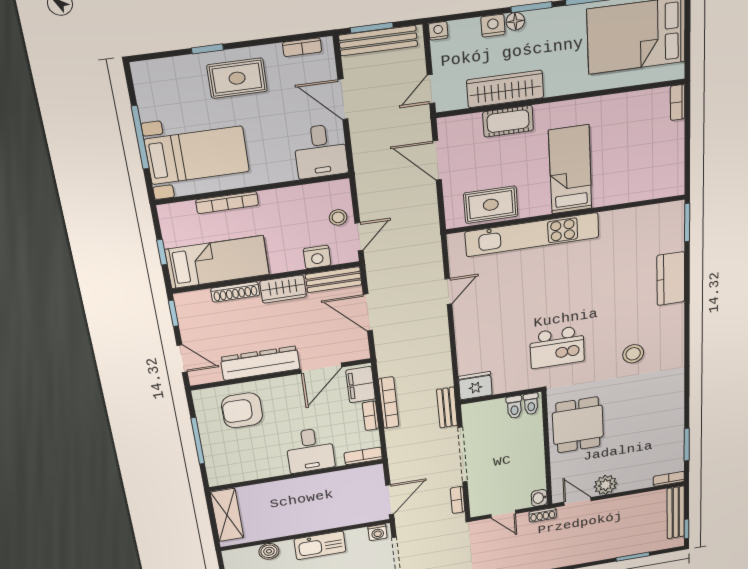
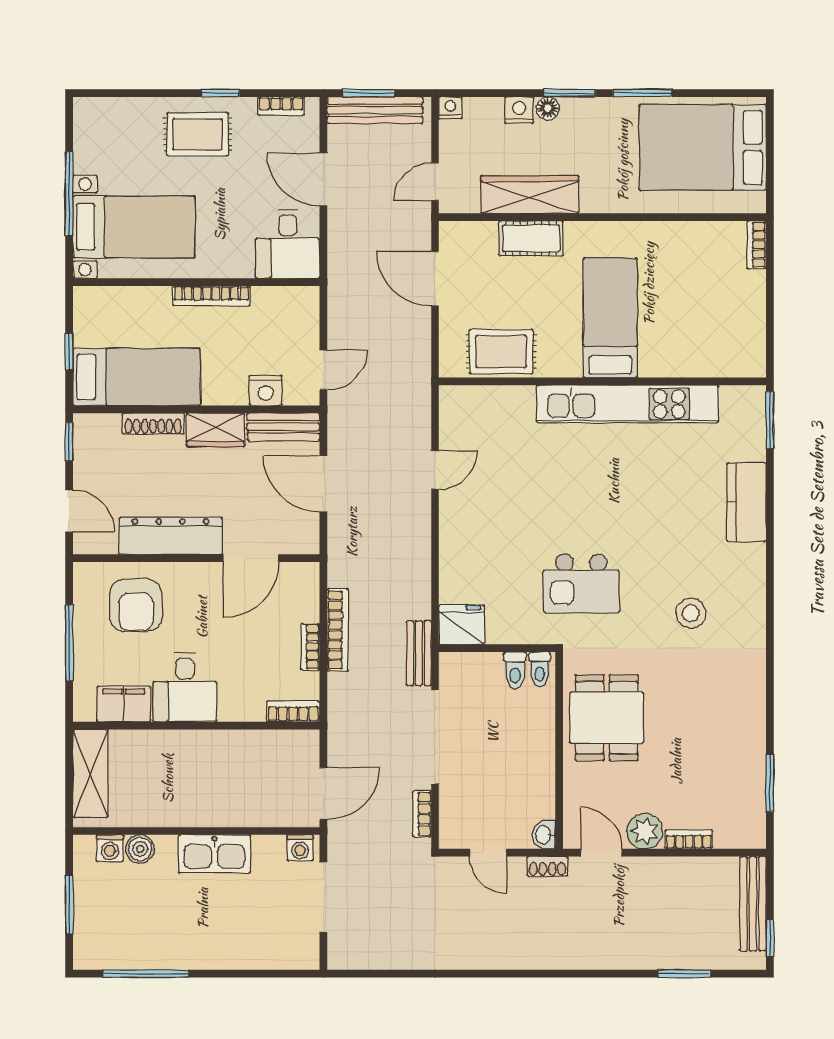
window: (207, 49) -> (220, 93), moved
bookcase: (227, 203) -> (211, 296), moved
stool: (338, 217) -> (299, 338), removed
kitchen unit: (532, 235) -> (627, 404), moved
filing cabinet: (361, 385) -> (124, 704), moved, turned 90
armchair: (242, 410) -> (136, 605), turned -90
desk: (310, 450) -> (185, 687), moved
bookcase: (669, 479) -> (689, 839), moved
washing machine: (248, 554) -> (110, 848), added

